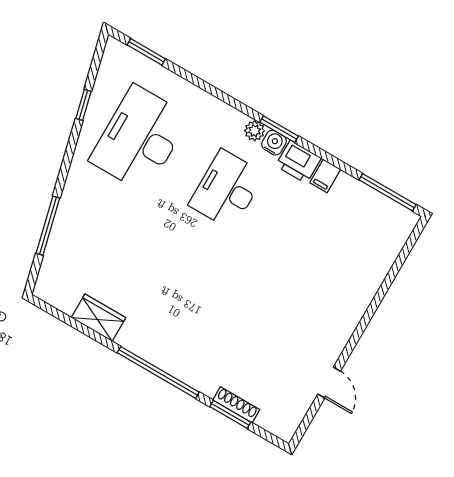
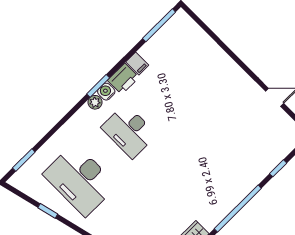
shoe rack: (236, 405) -> (273, 163), removed
window: (230, 414) -> (278, 168), width x0.67

